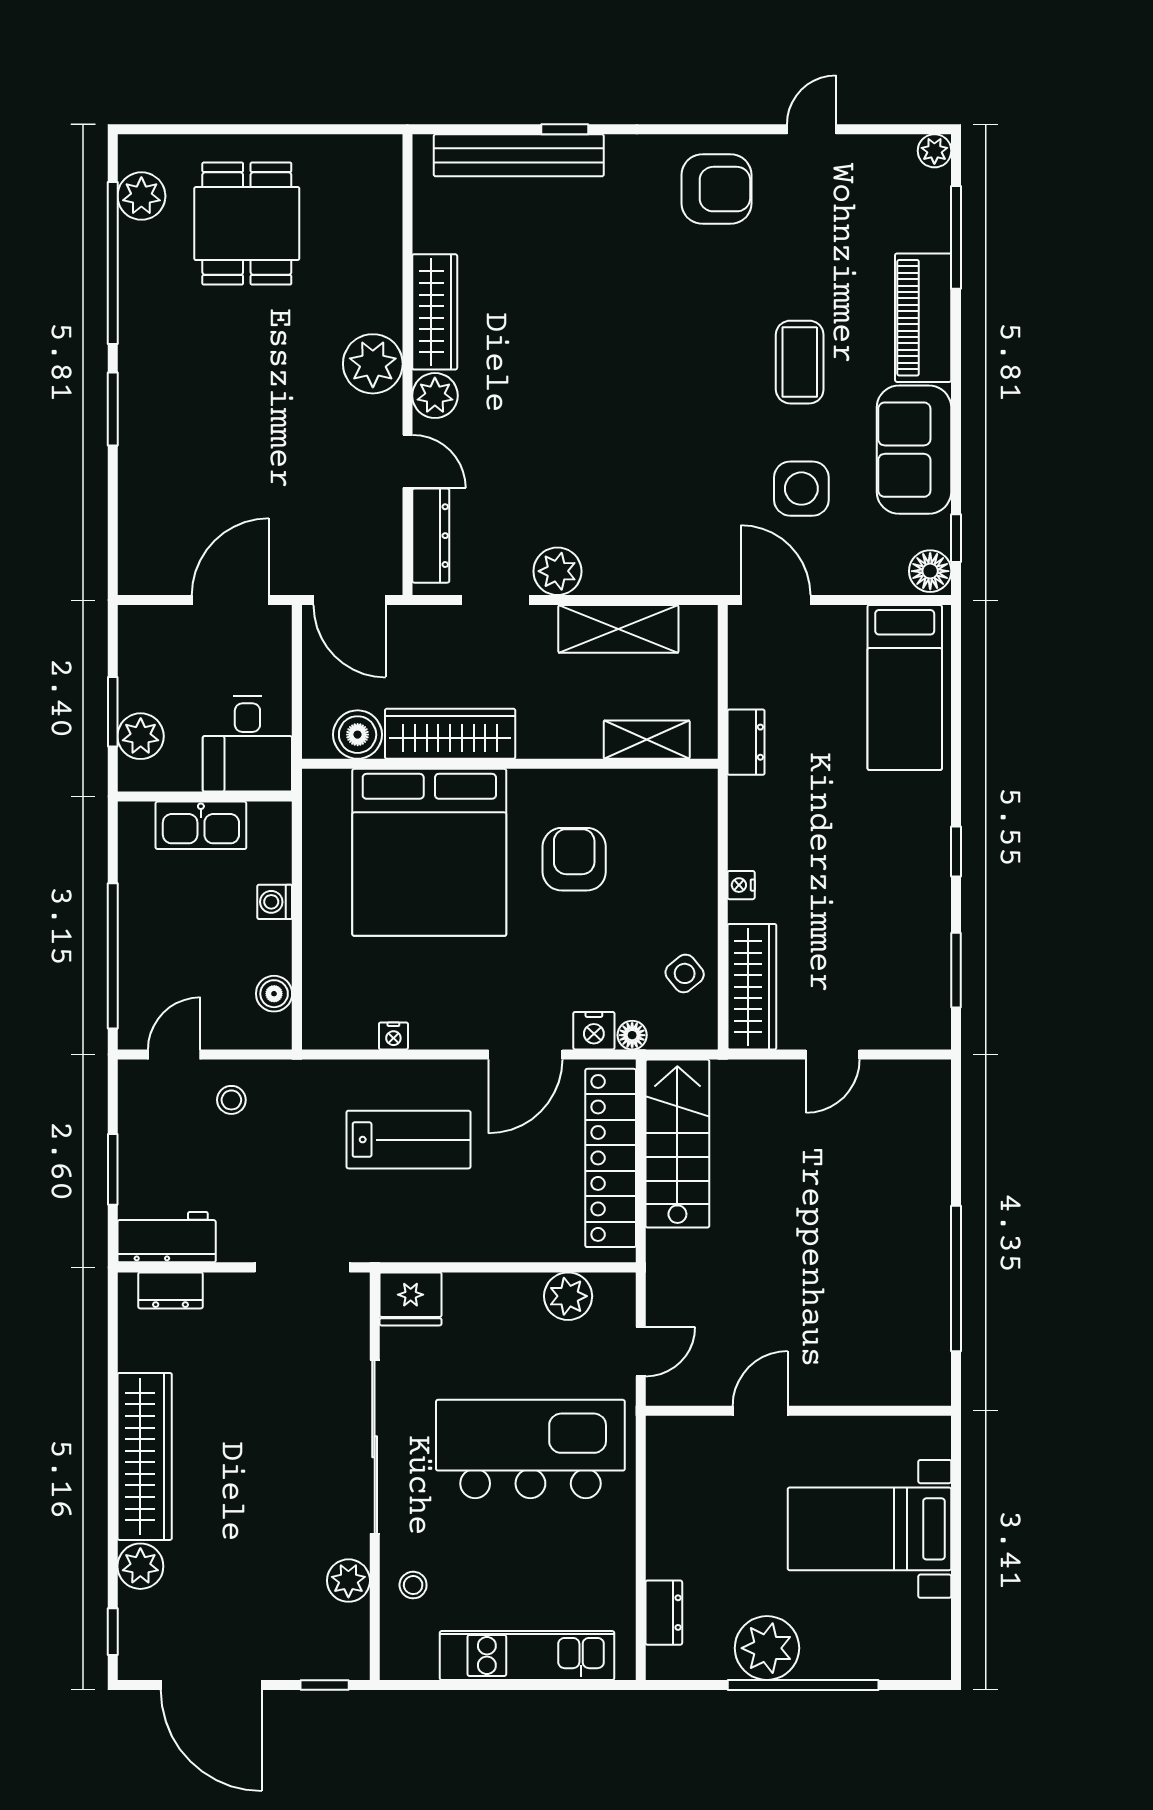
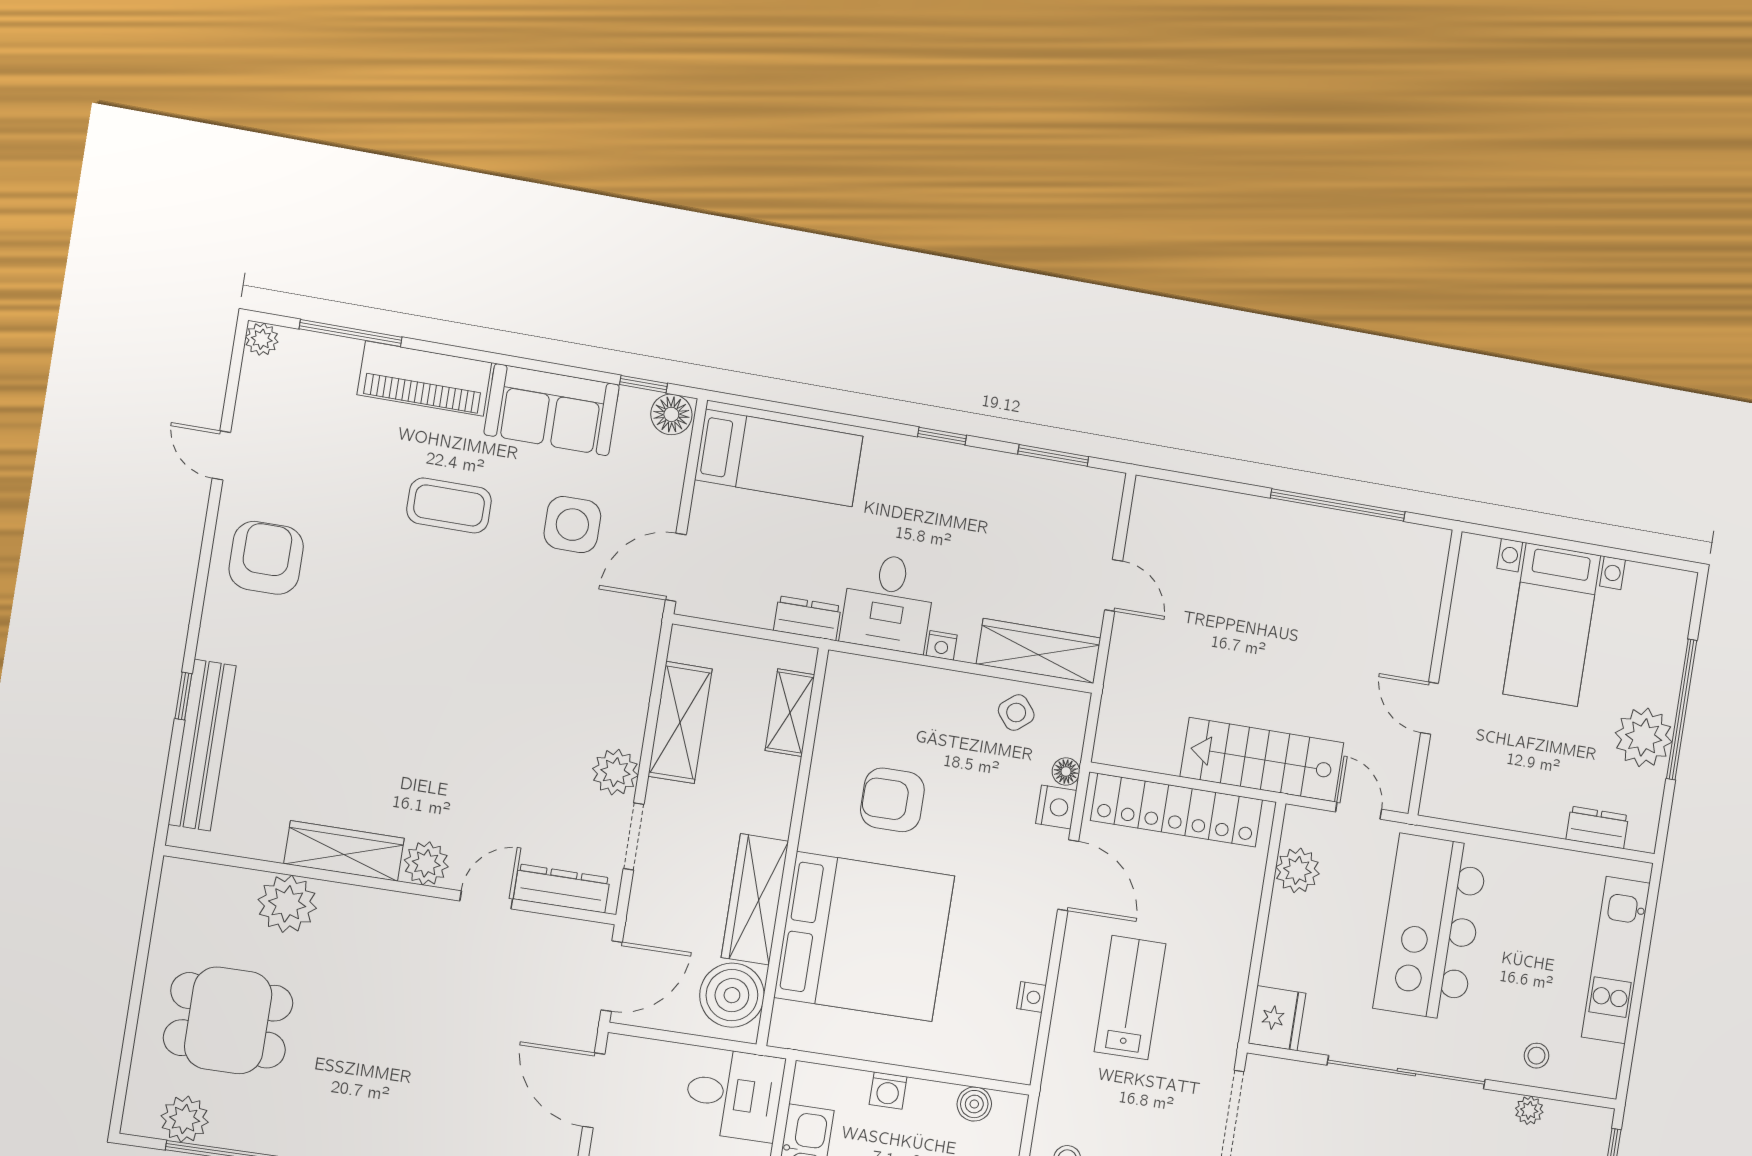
plant: (373, 364) -> (287, 904), moved
boiler: (358, 735) -> (732, 995), width x1.37, depth x1.37
desk: (776, 823) -> (888, 603), added
stairs: (677, 1144) -> (1262, 760), moved
plant: (348, 1581) -> (1529, 1110), width x0.73, depth x0.73

